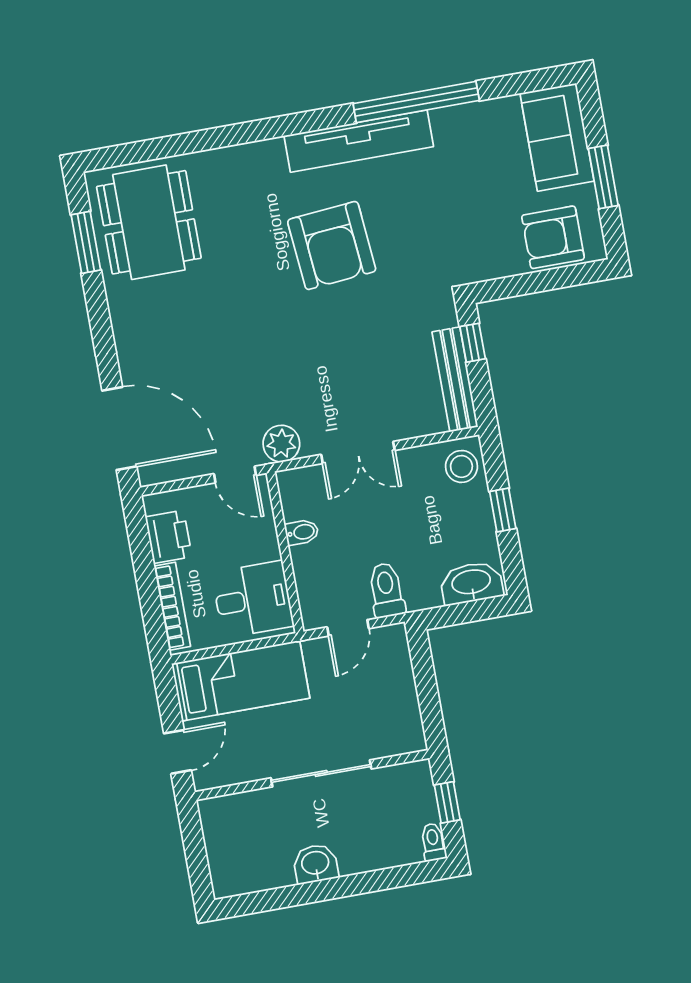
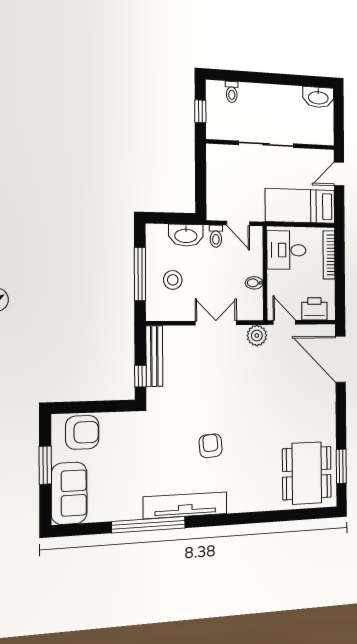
armchair: (332, 245) -> (211, 446), width x0.53, depth x0.53
stool: (461, 466) -> (173, 280), moved
window: (503, 510) -> (140, 274), width x2.17
printer: (169, 537) -> (314, 309), moved, turned 90
washbasin: (471, 583) -> (186, 235), moved
toilet: (386, 590) -> (216, 236), width x0.73, depth x0.72
door: (348, 628) -> (238, 223), swing flipped
toilet: (433, 842) -> (232, 92), moved
washbasin: (315, 864) -> (318, 97), moved, width x1.38

